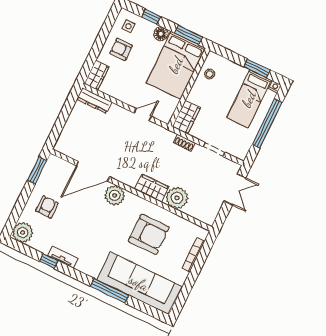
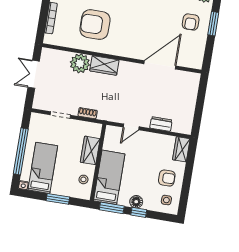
window: (151, 17) -> (139, 212), moved
bed: (176, 65) -> (109, 177), width x0.67
window: (257, 68) -> (58, 199), moved
dresser: (94, 101) -> (161, 124), moved, width x0.70
wardrobe: (186, 117) -> (90, 150), moved
window: (37, 170) -> (213, 24), moved
double door: (235, 189) -> (34, 74), moved
plant: (115, 195) -> (135, 49), removed

